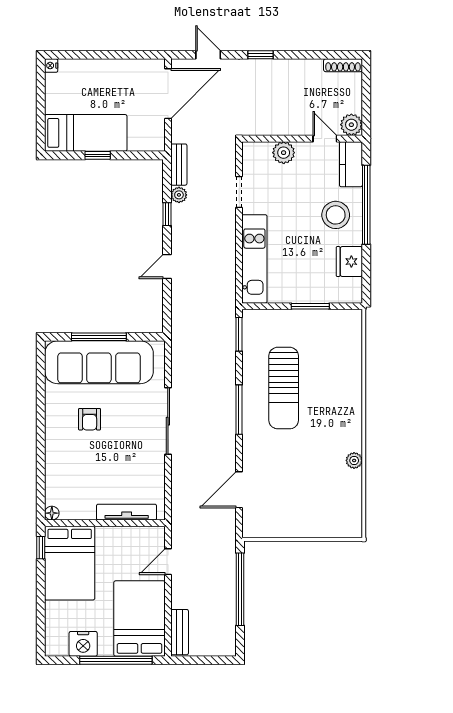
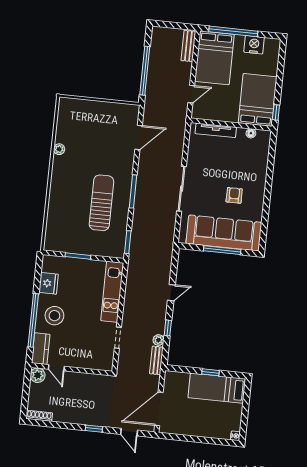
plant: (284, 153) -> (85, 361), removed
floor lamp: (52, 513) -> (251, 133), moved

